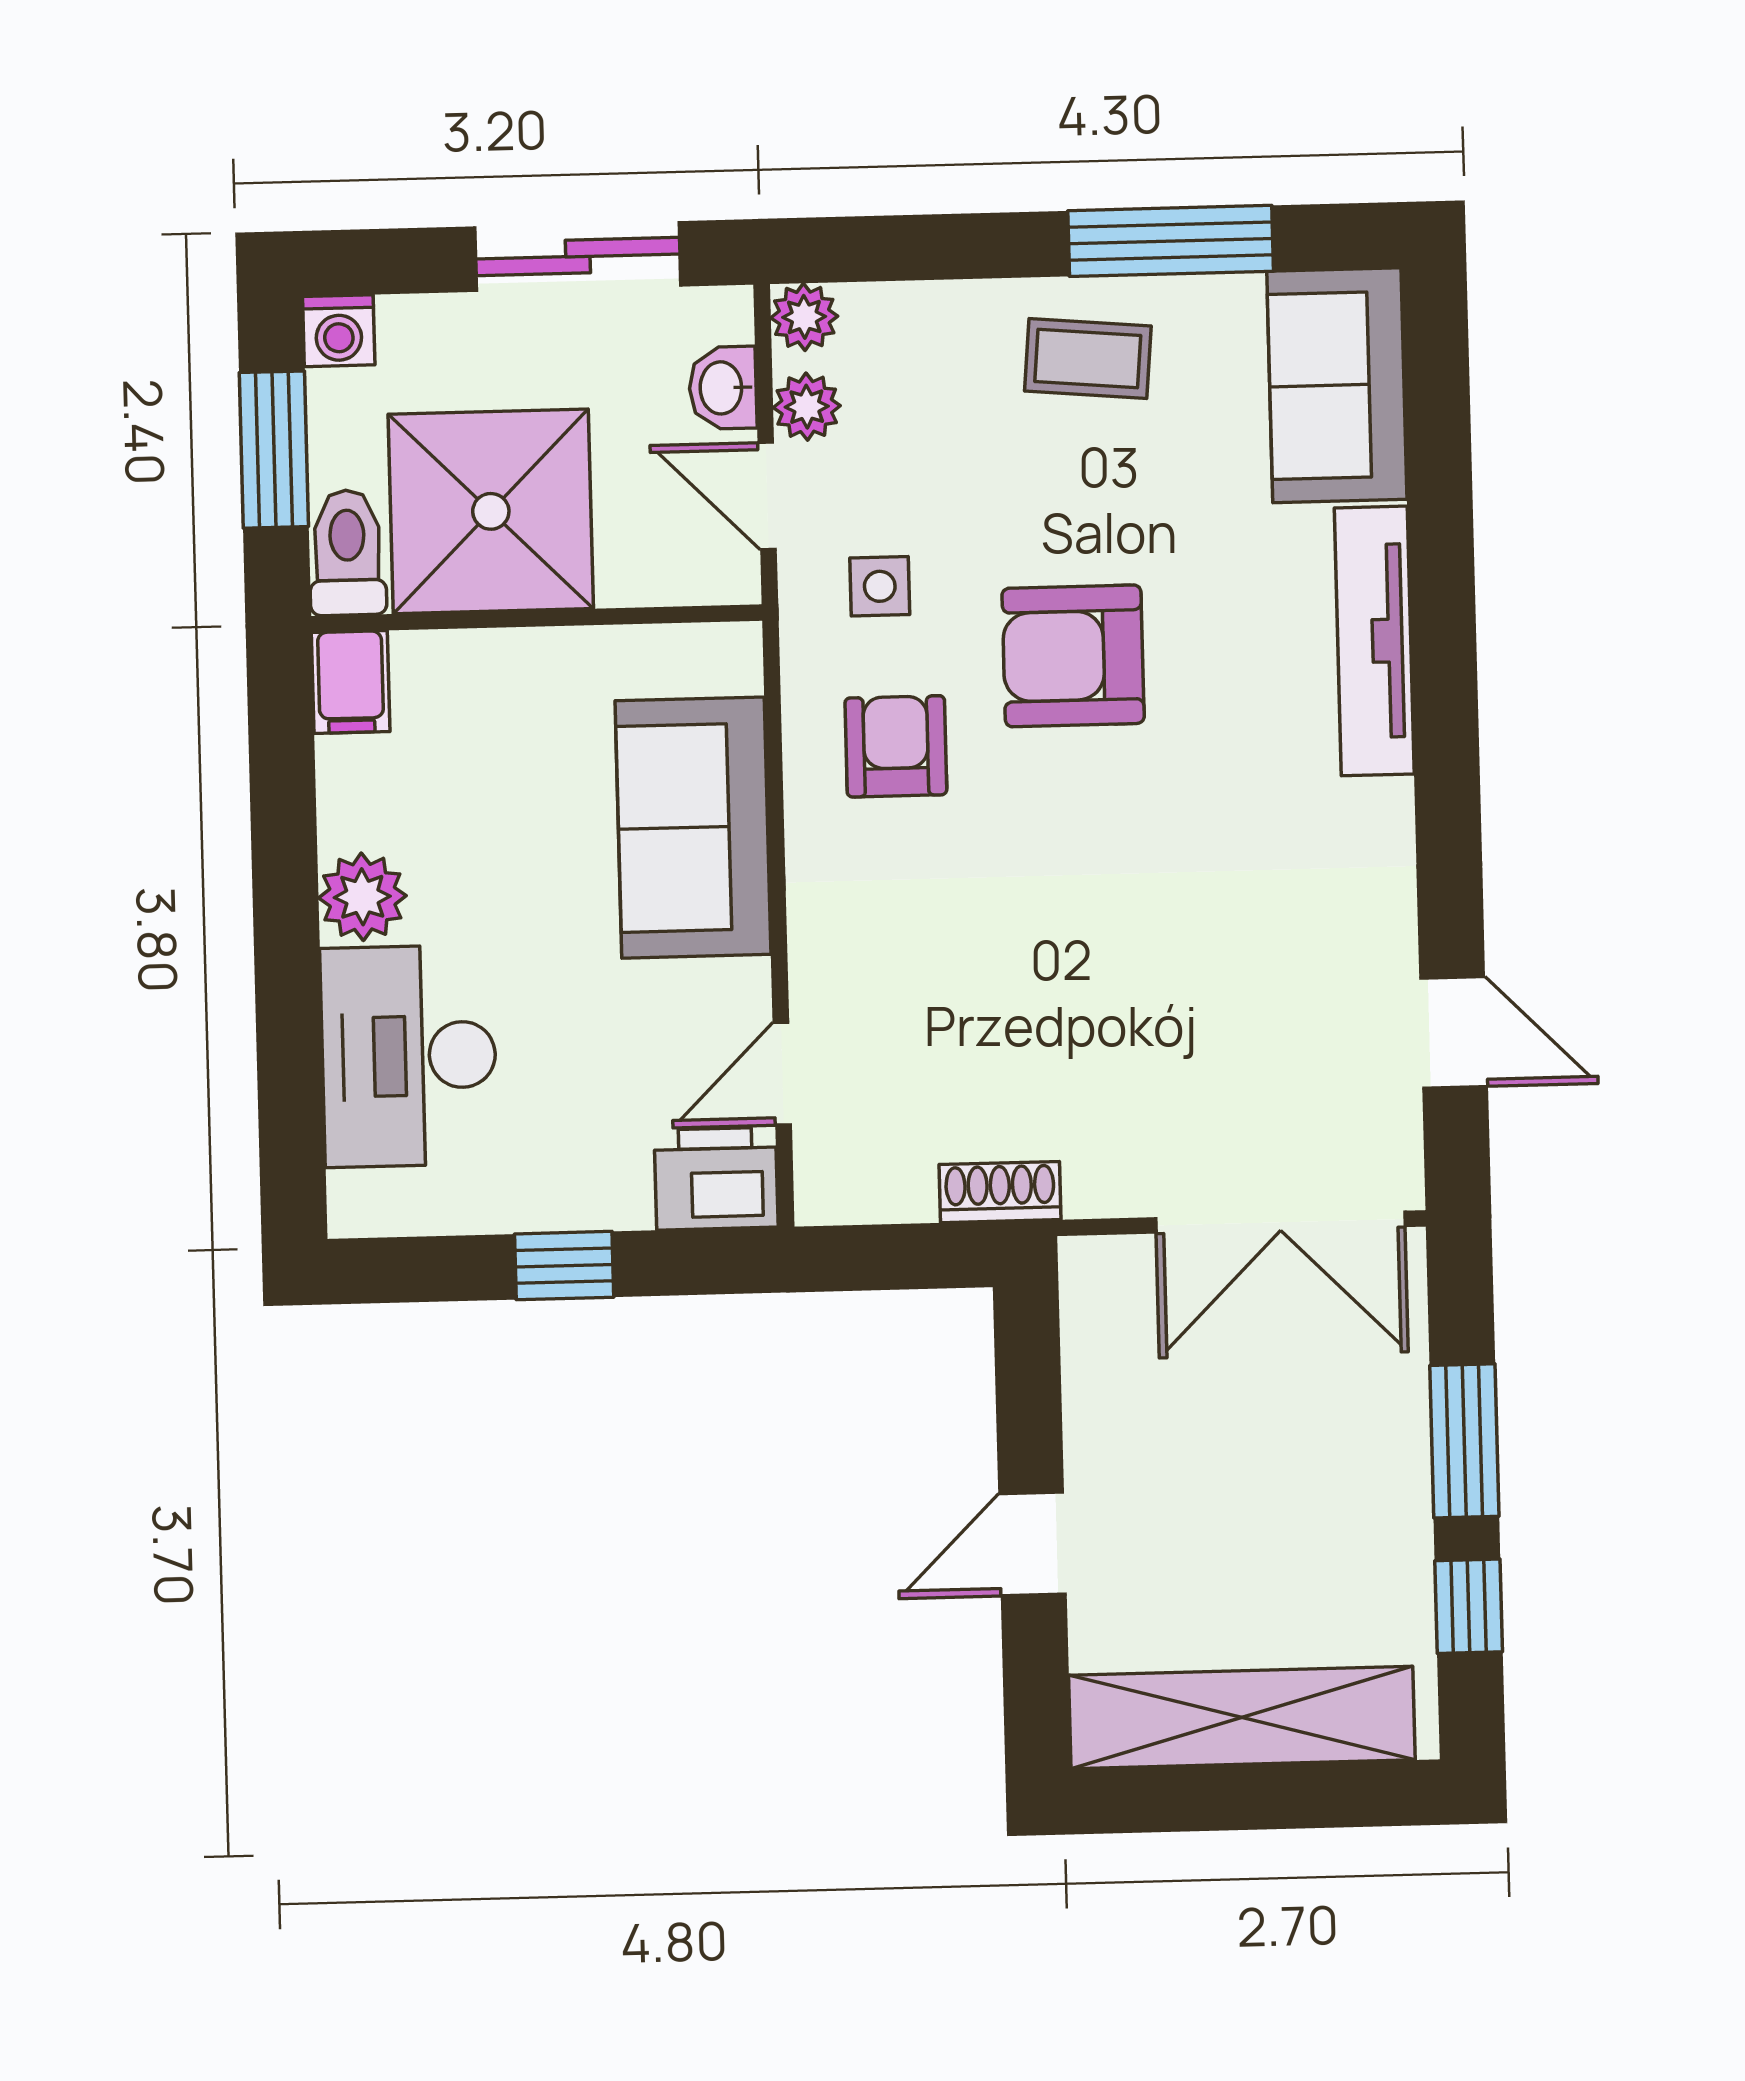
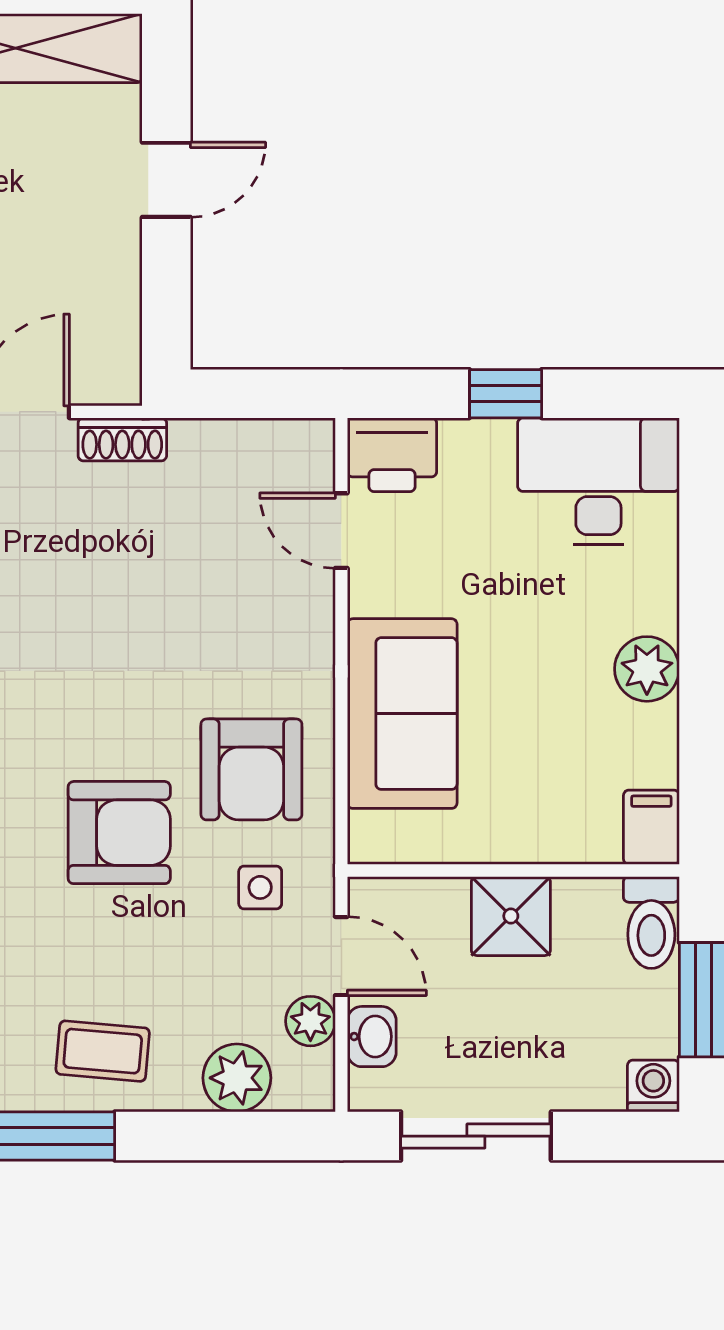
plant: (804, 317) -> (237, 1078), moved, width x1.38, depth x1.38
shower: (491, 511) -> (511, 916), width x0.54, depth x0.54
armchair: (896, 746) -> (251, 769), width x1.38, depth x1.38
desk: (409, 1056) -> (598, 481), moved, turned -90
door: (782, 1074) -> (341, 531), swing flipped
shoe rack: (1000, 1192) -> (122, 439), moved

